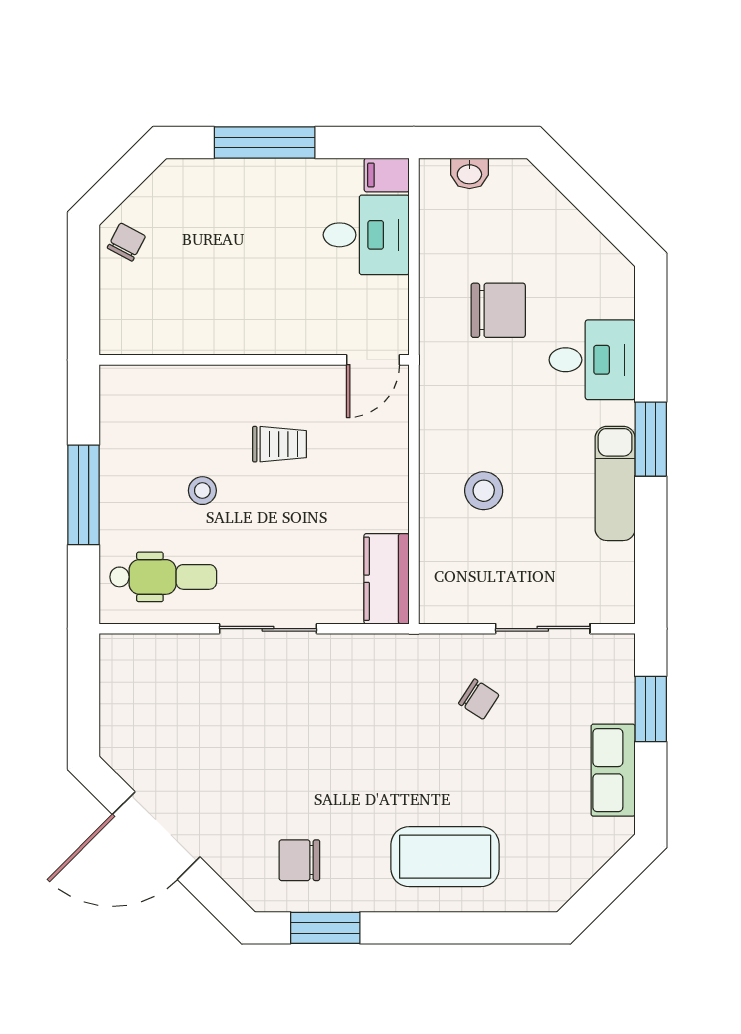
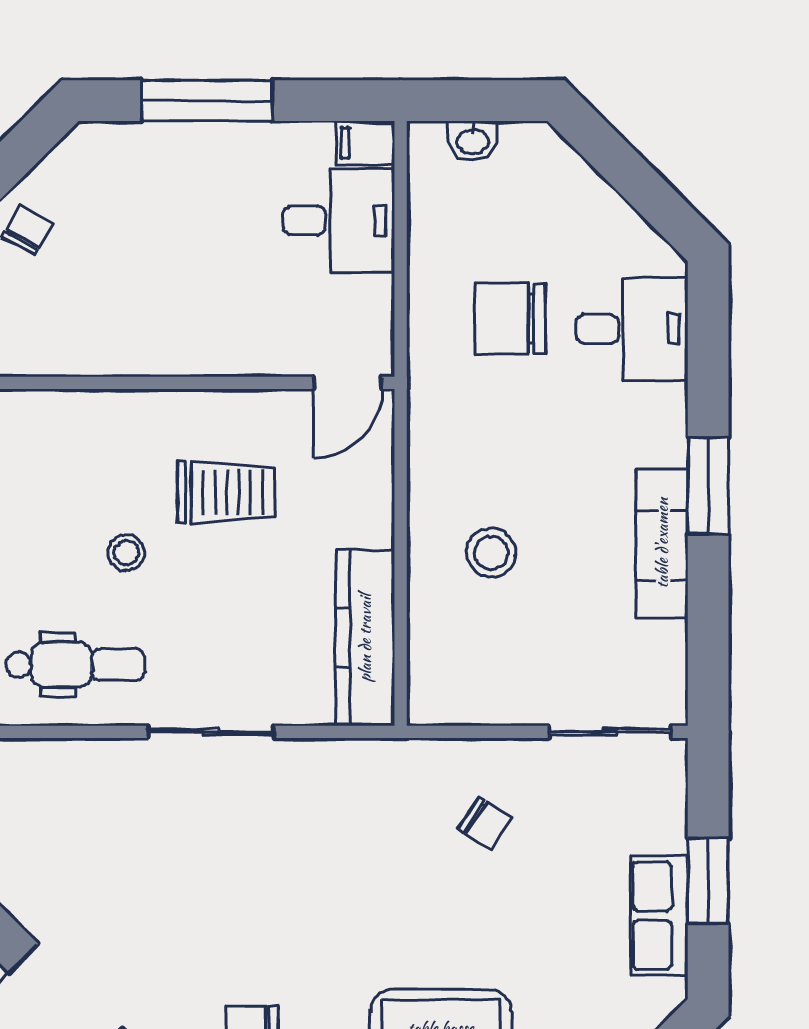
chair: (498, 310) -> (510, 318), turned 180
desk: (592, 360) -> (632, 329), moved
trolley: (279, 444) -> (226, 492), width x1.36, depth x1.39
kitchen counter: (387, 579) -> (365, 638), width x1.50
sliding door: (543, 629) -> (610, 732), moved
window: (651, 709) -> (708, 881), moved

